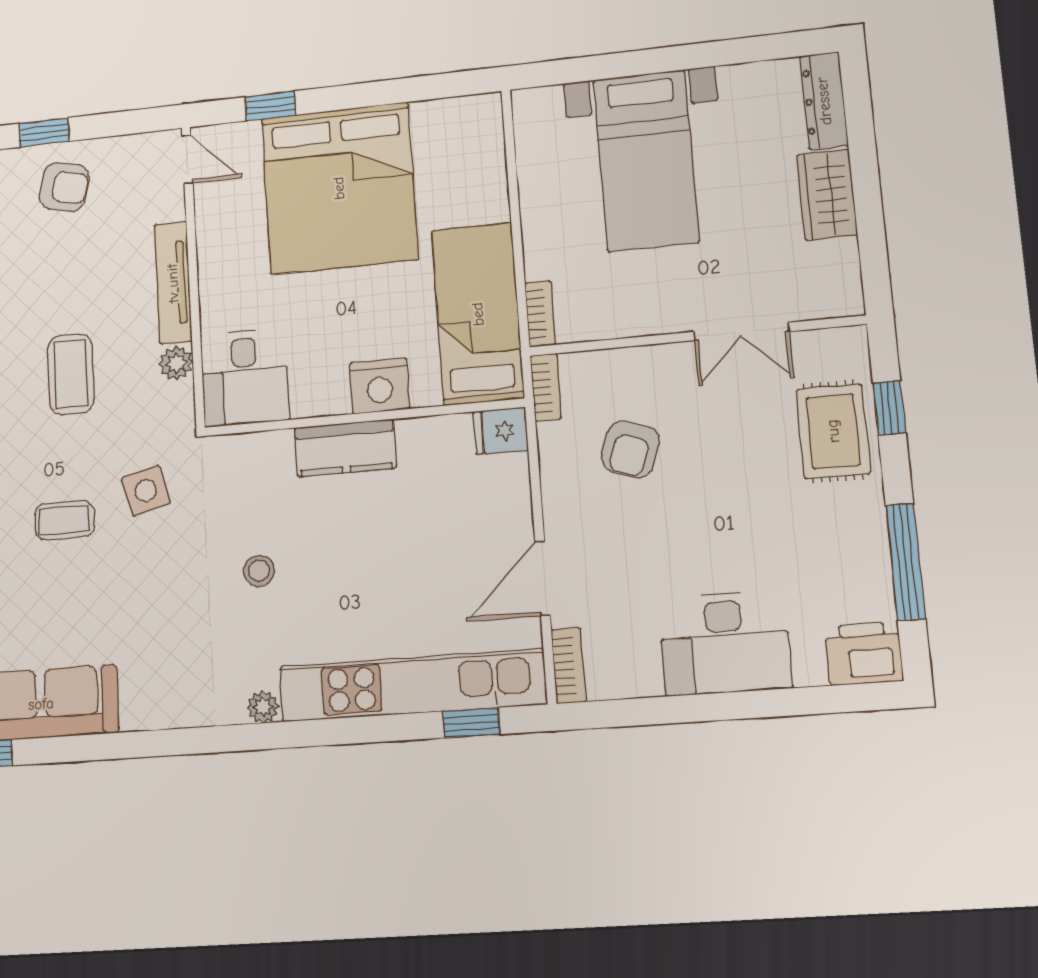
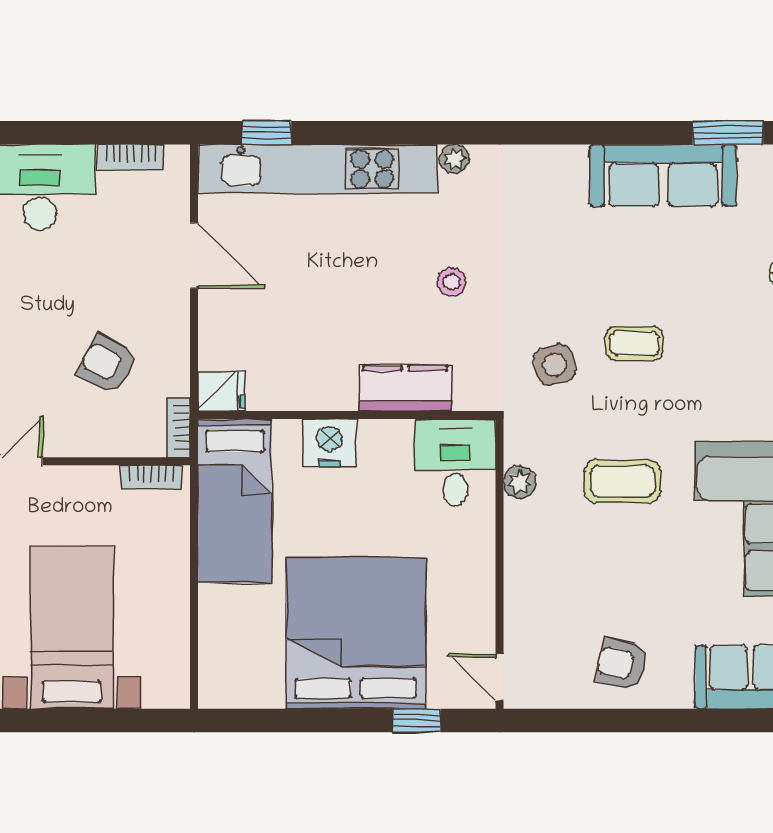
window: (44, 132) -> (640, 720), removed
tv unit: (173, 283) -> (519, 559), removed
bookcase: (540, 314) -> (151, 477), moved, turned -90
coffee table: (71, 374) -> (623, 481), turned 90
kitchen counter: (345, 448) -> (405, 388), moved
armchair: (631, 449) -> (107, 364), turned -81
door: (543, 578) -> (194, 256), hinge flipped
bookcase: (568, 666) -> (130, 157), moved, turned -90

